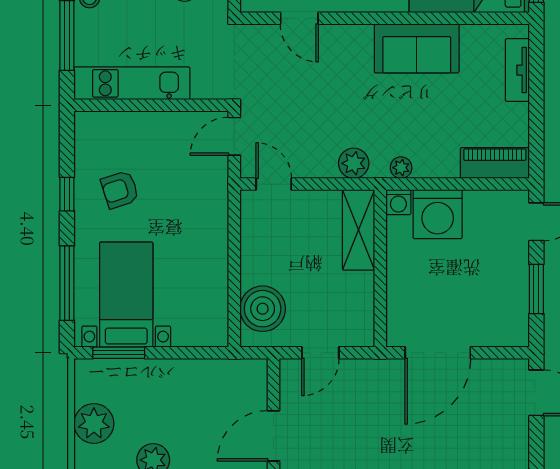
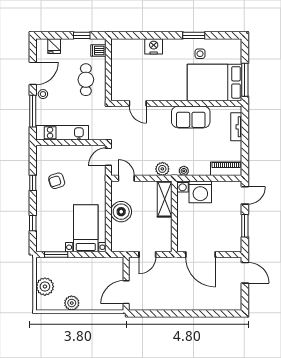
window: (67, 283) -> (33, 223), width x0.46
bed with nightstands: (126, 295) -> (86, 228), moved
boiler: (263, 309) -> (121, 212), moved
door: (438, 353) -> (200, 254), hinge flipped

